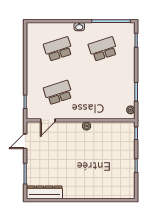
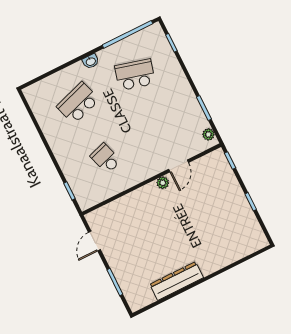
school desk: (103, 49) -> (135, 75), turned 33
school desk: (58, 93) -> (106, 158), width x0.54
door: (48, 120) -> (179, 166), moved
dresser: (44, 192) -> (177, 281), moved

